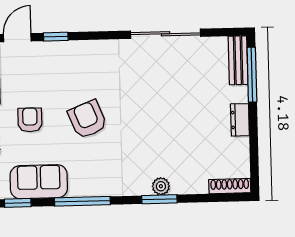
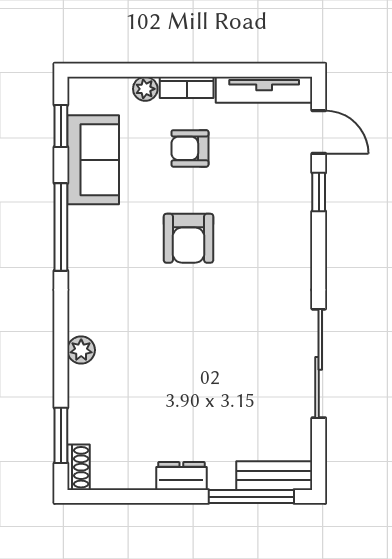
armchair: (87, 119) -> (188, 238), turned 112
armchair: (30, 120) -> (190, 148), turned 180
shoe rack: (230, 186) -> (78, 467), width x0.70
window: (159, 199) -> (61, 435), moved

